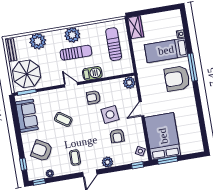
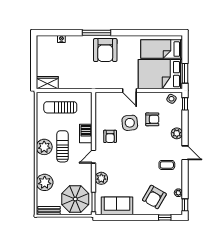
bed: (166, 50) -> (162, 49), moved, turned 90
plant: (129, 83) -> (101, 178), moved
coffee table: (63, 119) -> (127, 170), removed

